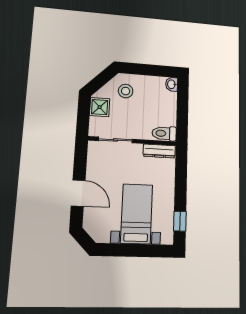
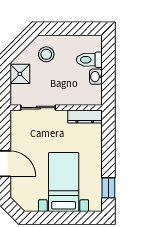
washbasin: (172, 84) -> (96, 77), moved
toilet: (164, 133) -> (89, 60), moved

